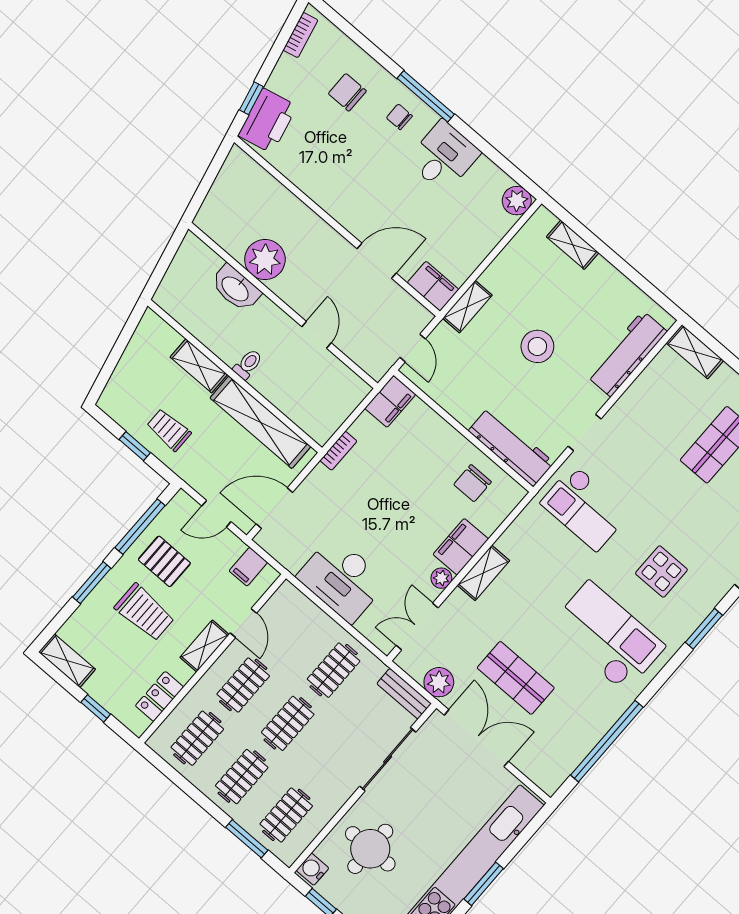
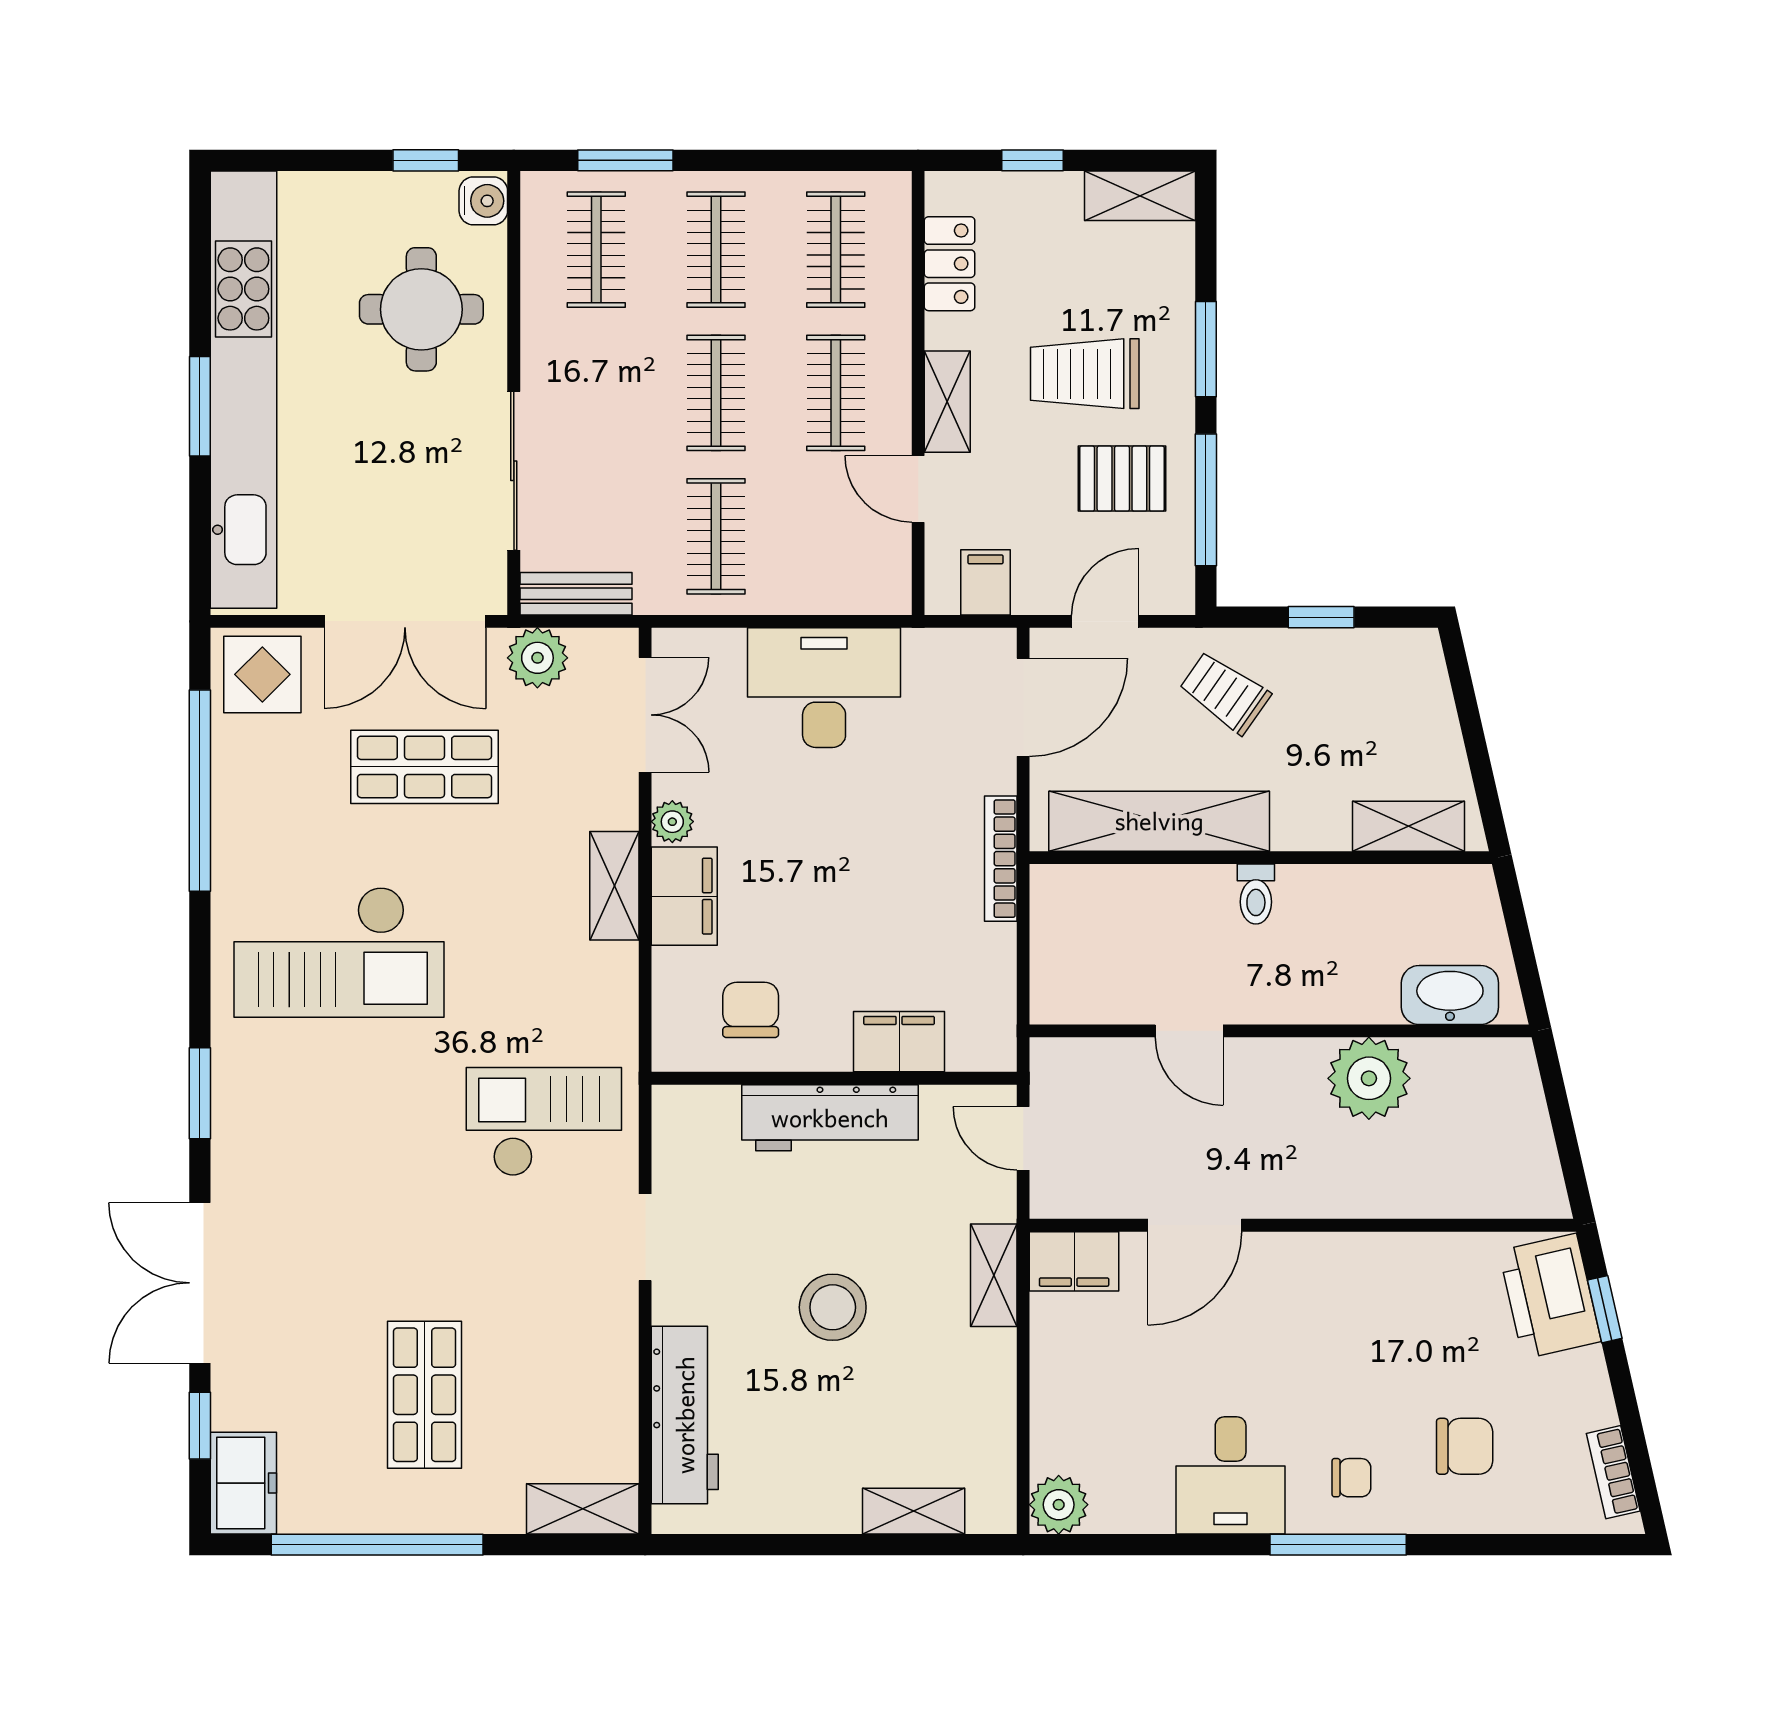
washbasin: (236, 288) -> (1450, 995), moved
shelving: (199, 366) -> (1408, 826), moved
filing cabinet: (390, 401) -> (899, 1042), moved, turned 90
trolley: (169, 430) -> (1225, 693), moved, turned -145
workbench: (511, 447) -> (830, 1118), moved
bookcase: (338, 451) -> (1001, 859), width x1.56
display table: (661, 571) -> (262, 674), moved

